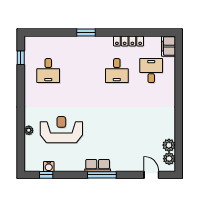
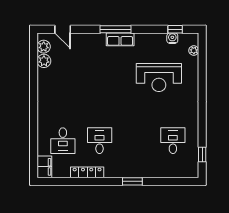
plant: (29, 130) -> (194, 51), moved

